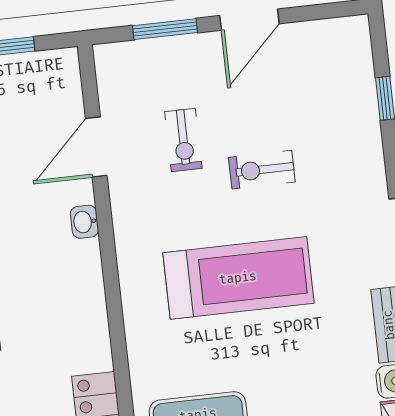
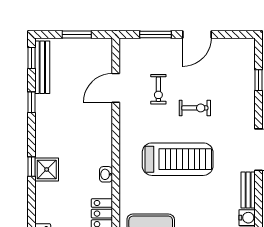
exercise bike: (262, 170) -> (195, 108), turned 180
washbasin: (84, 222) -> (106, 174), moved

